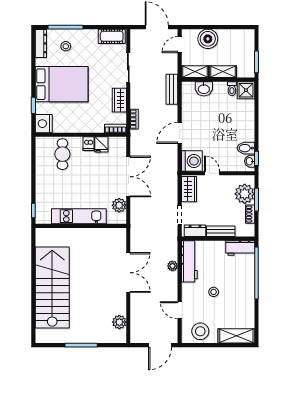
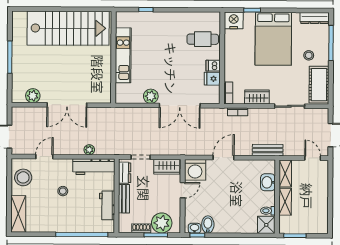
cot: (112, 36) -> (319, 85), width x1.37, depth x1.34
boiler: (208, 39) -> (318, 187), removed
stool: (66, 46) -> (309, 55), moved
door: (180, 133) -> (224, 158), hinge flipped
kitchen unit: (79, 216) -> (123, 55), moved
wall: (81, 226) -> (113, 57), moved
workbench: (240, 248) -> (107, 205), moved
double door: (128, 273) -> (67, 105), moved

